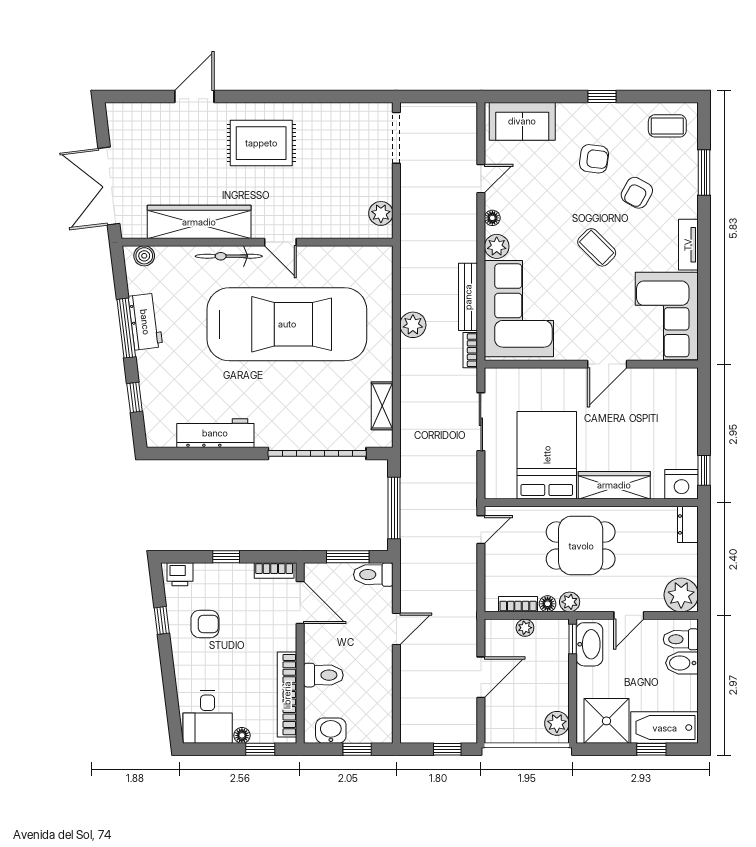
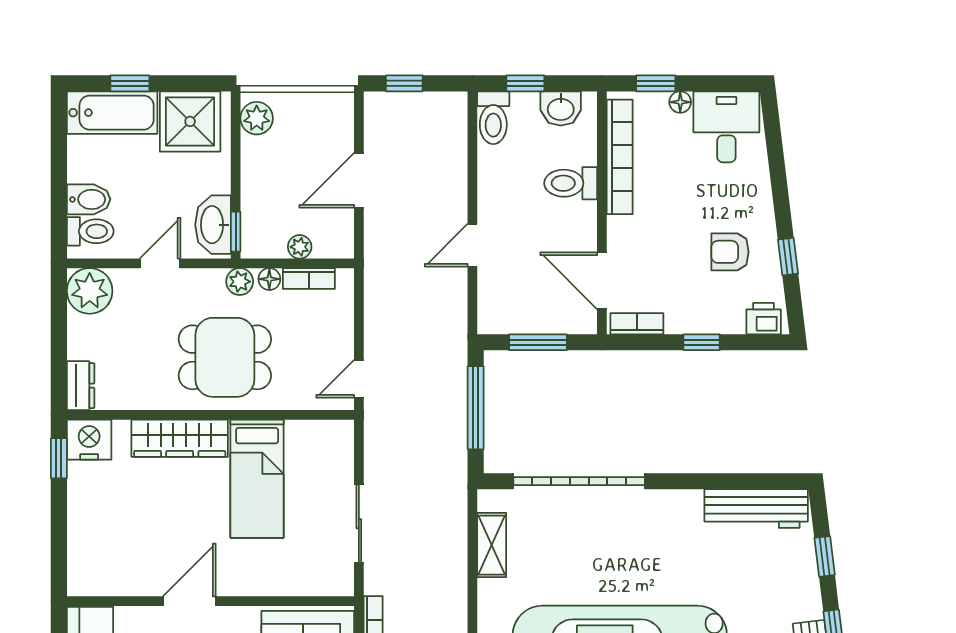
workbench: (215, 433) -> (756, 509), moved
bed: (547, 455) -> (257, 479), width x0.67
toilet: (373, 575) -> (493, 118), moved, turned 90

